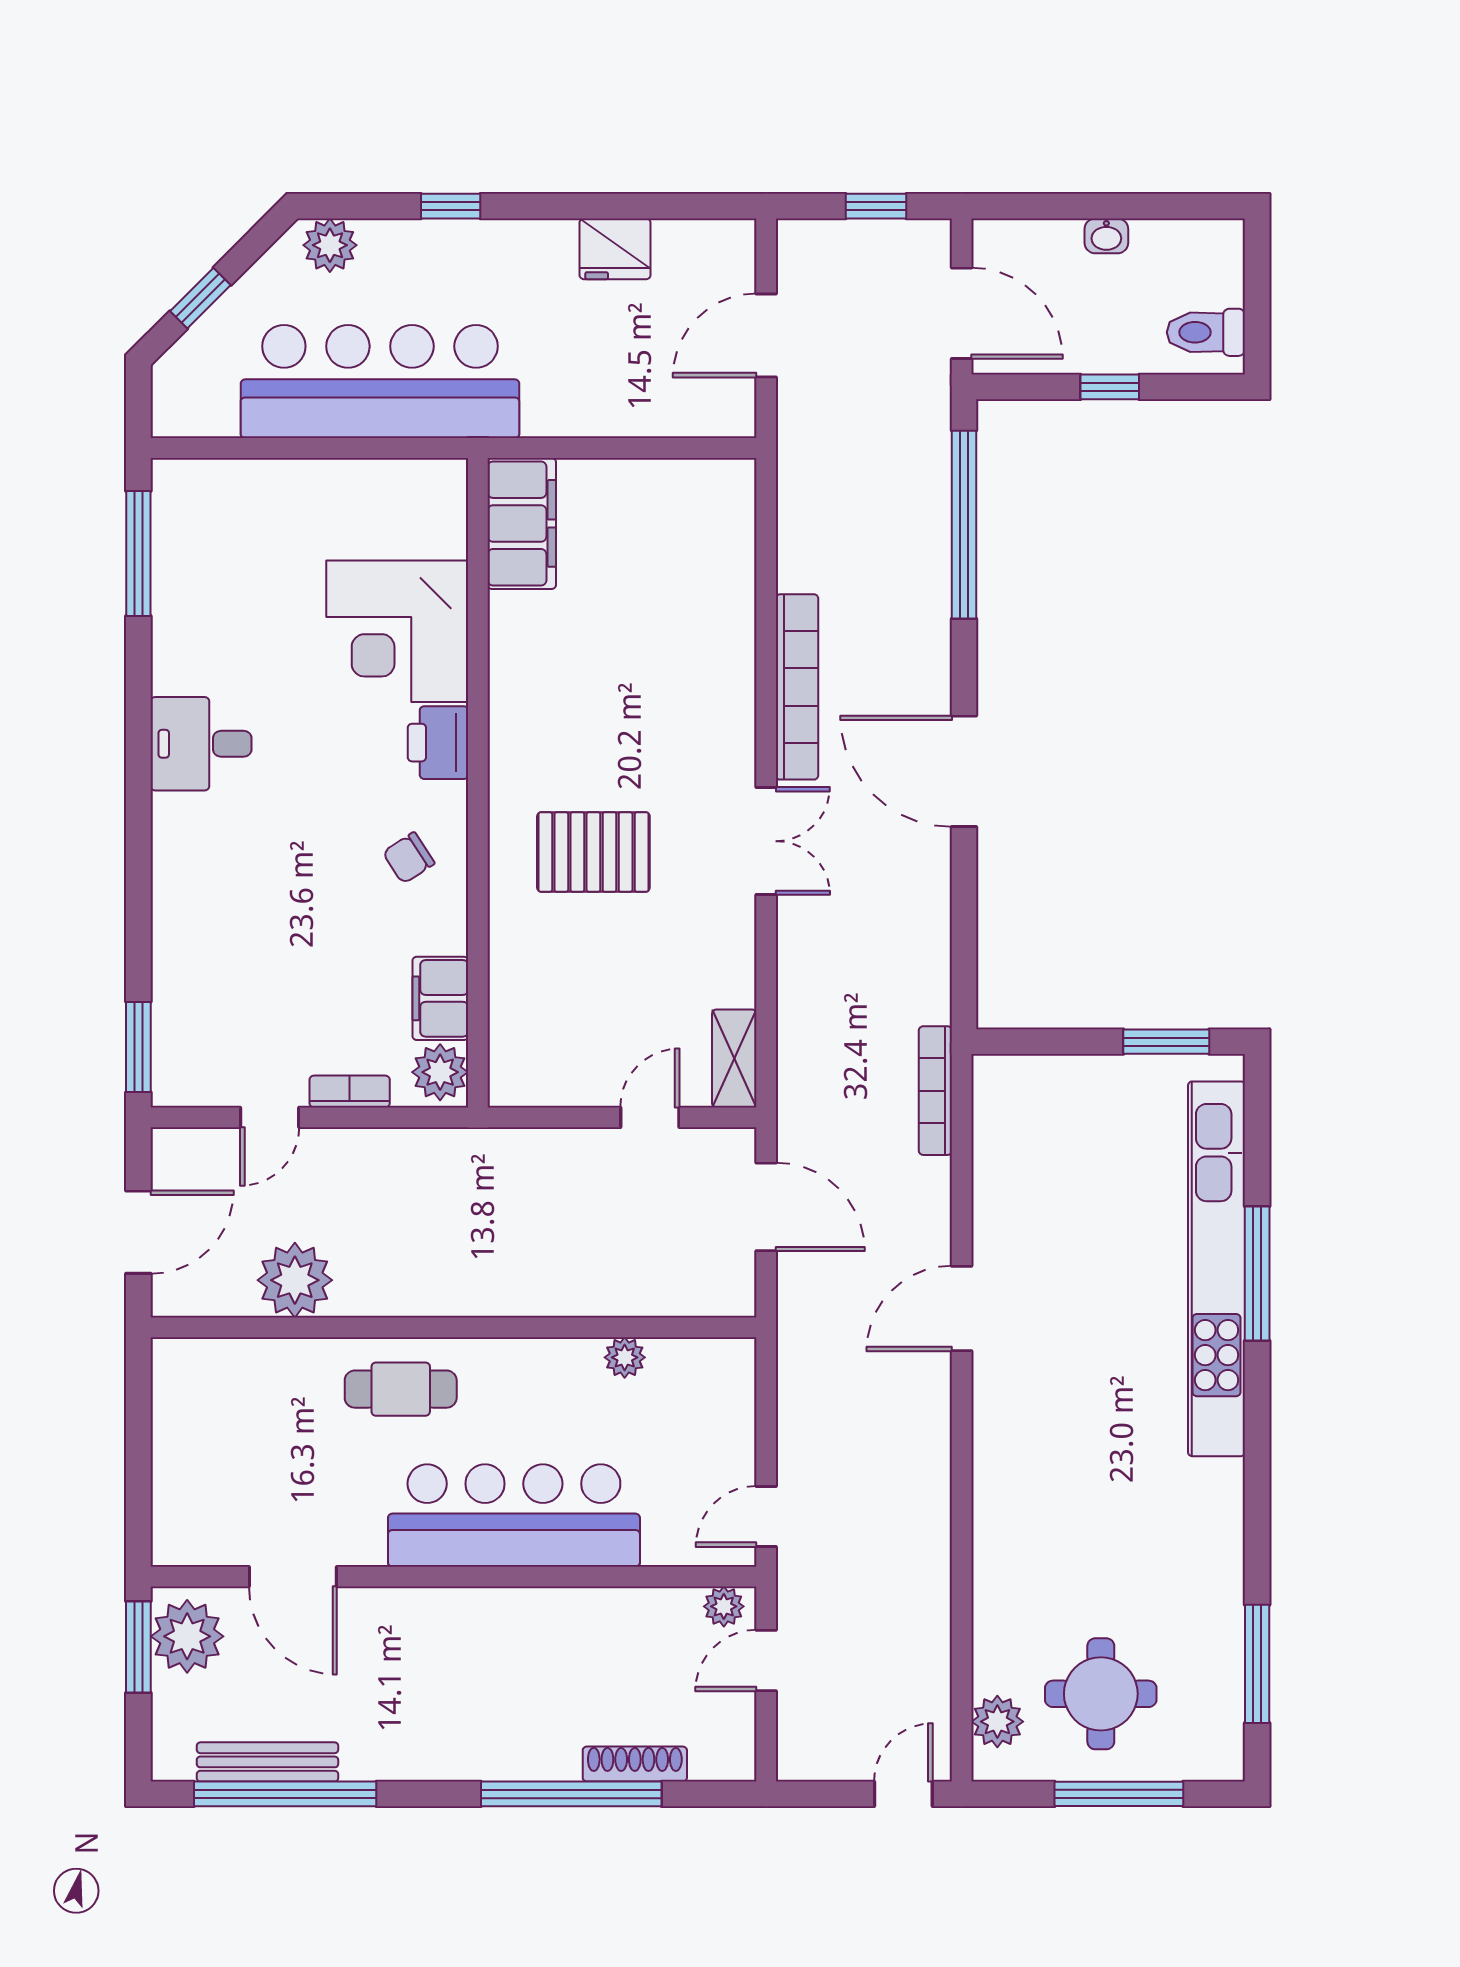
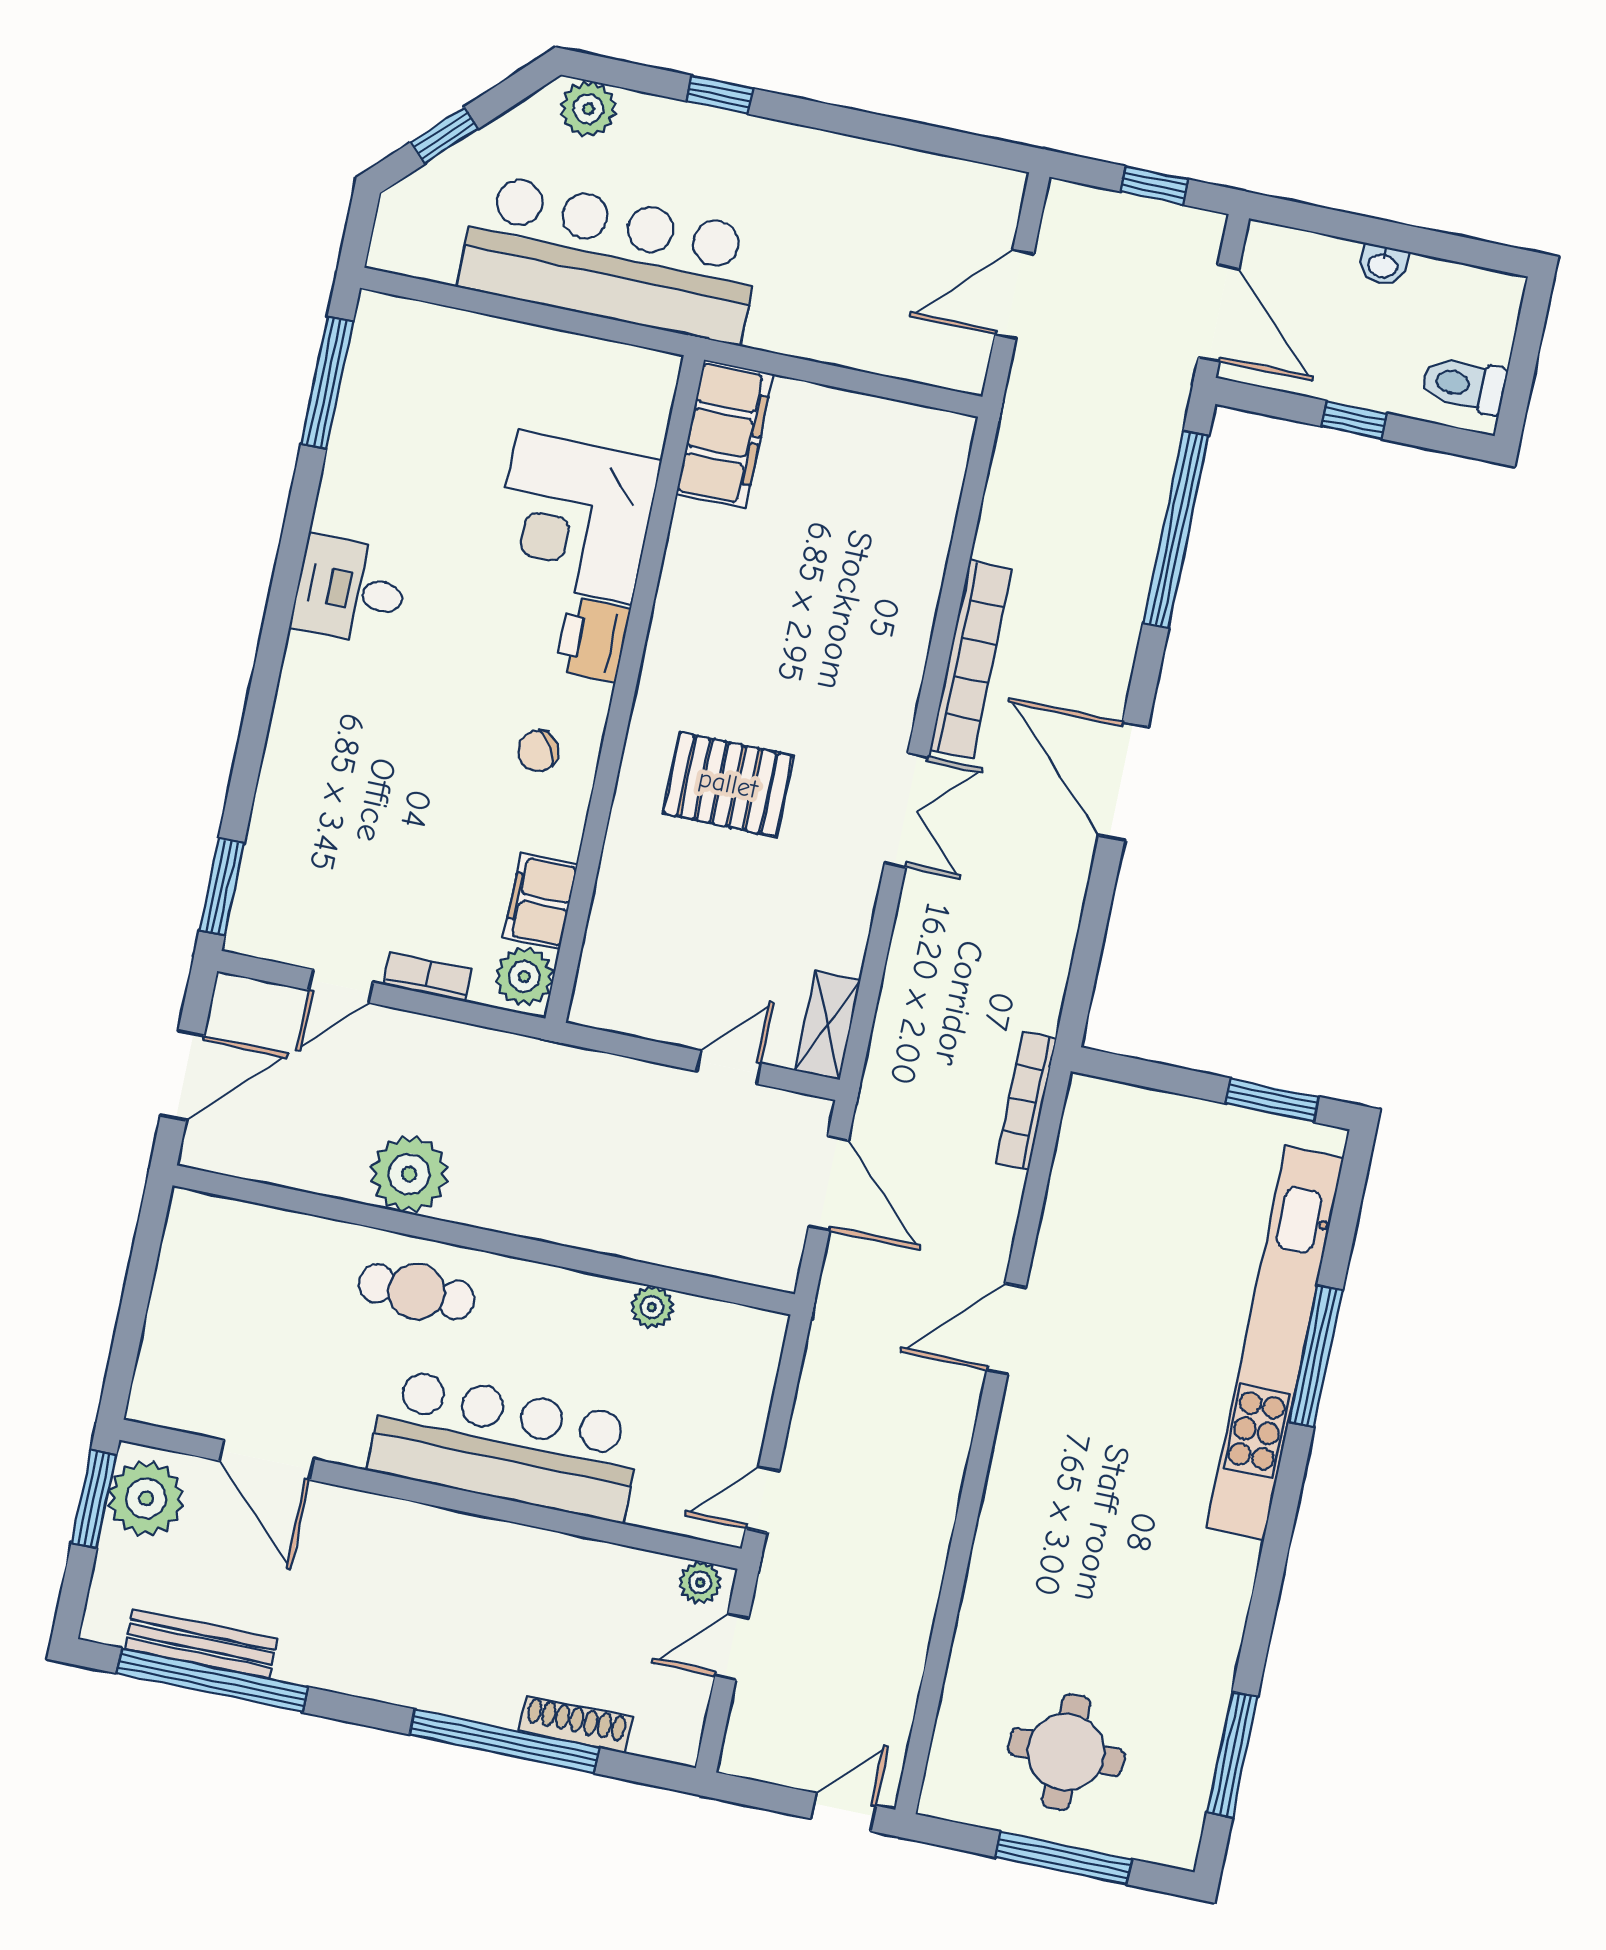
fridge: (615, 249) -> (879, 173), removed
plant: (295, 1280) -> (409, 1174), moved
plant: (997, 1722) -> (955, 1758), removed

